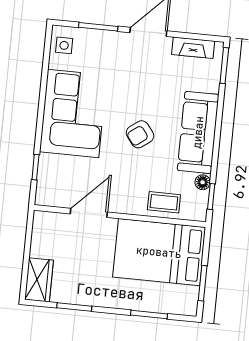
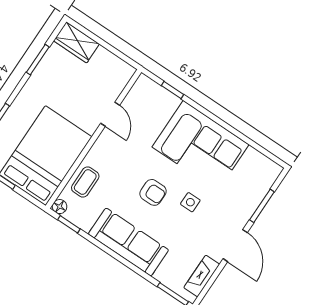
side table: (64, 45) -> (190, 202), moved
armchair: (140, 134) -> (153, 192), turned 127
floor lamp: (203, 182) -> (60, 207), moved
door: (89, 213) -> (110, 114), width x0.73

